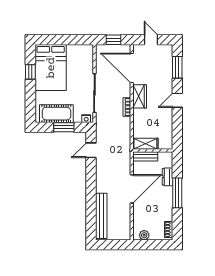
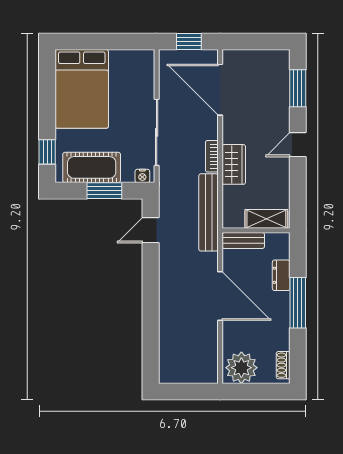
door: (151, 40) -> (253, 42), removed
window: (30, 72) -> (47, 152), moved
wardrobe: (140, 96) -> (234, 164), moved
shelving: (145, 144) -> (266, 219), moved
door: (132, 189) -> (220, 296), hinge flipped
bench: (101, 216) -> (209, 212), moved
plant: (144, 235) -> (241, 368), width x1.88, depth x1.88

